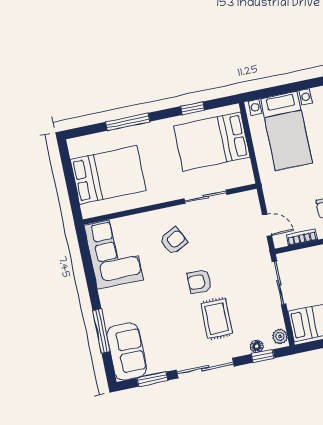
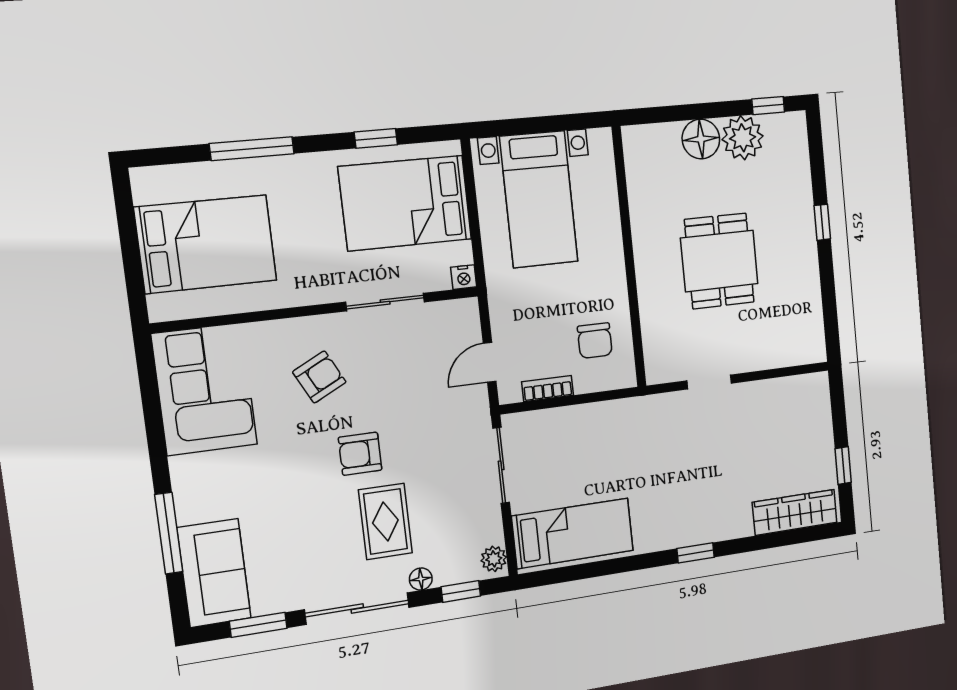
nightstand: (248, 179) -> (464, 277), added
door: (267, 225) -> (490, 362), swing flipped
floor lamp: (257, 346) -> (421, 579), moved

